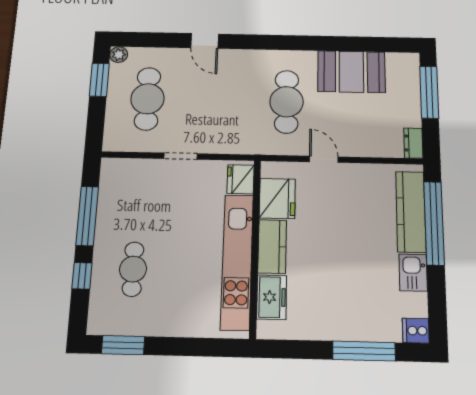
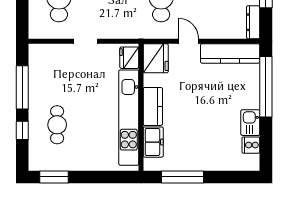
dresser: (413, 143) -> (253, 22), width x1.44
fridge: (277, 198) -> (156, 58), moved
kitchen counter: (411, 212) -> (230, 53), moved, turned -90
cooker: (416, 331) -> (251, 145), moved
window: (364, 351) -> (183, 177), moved

